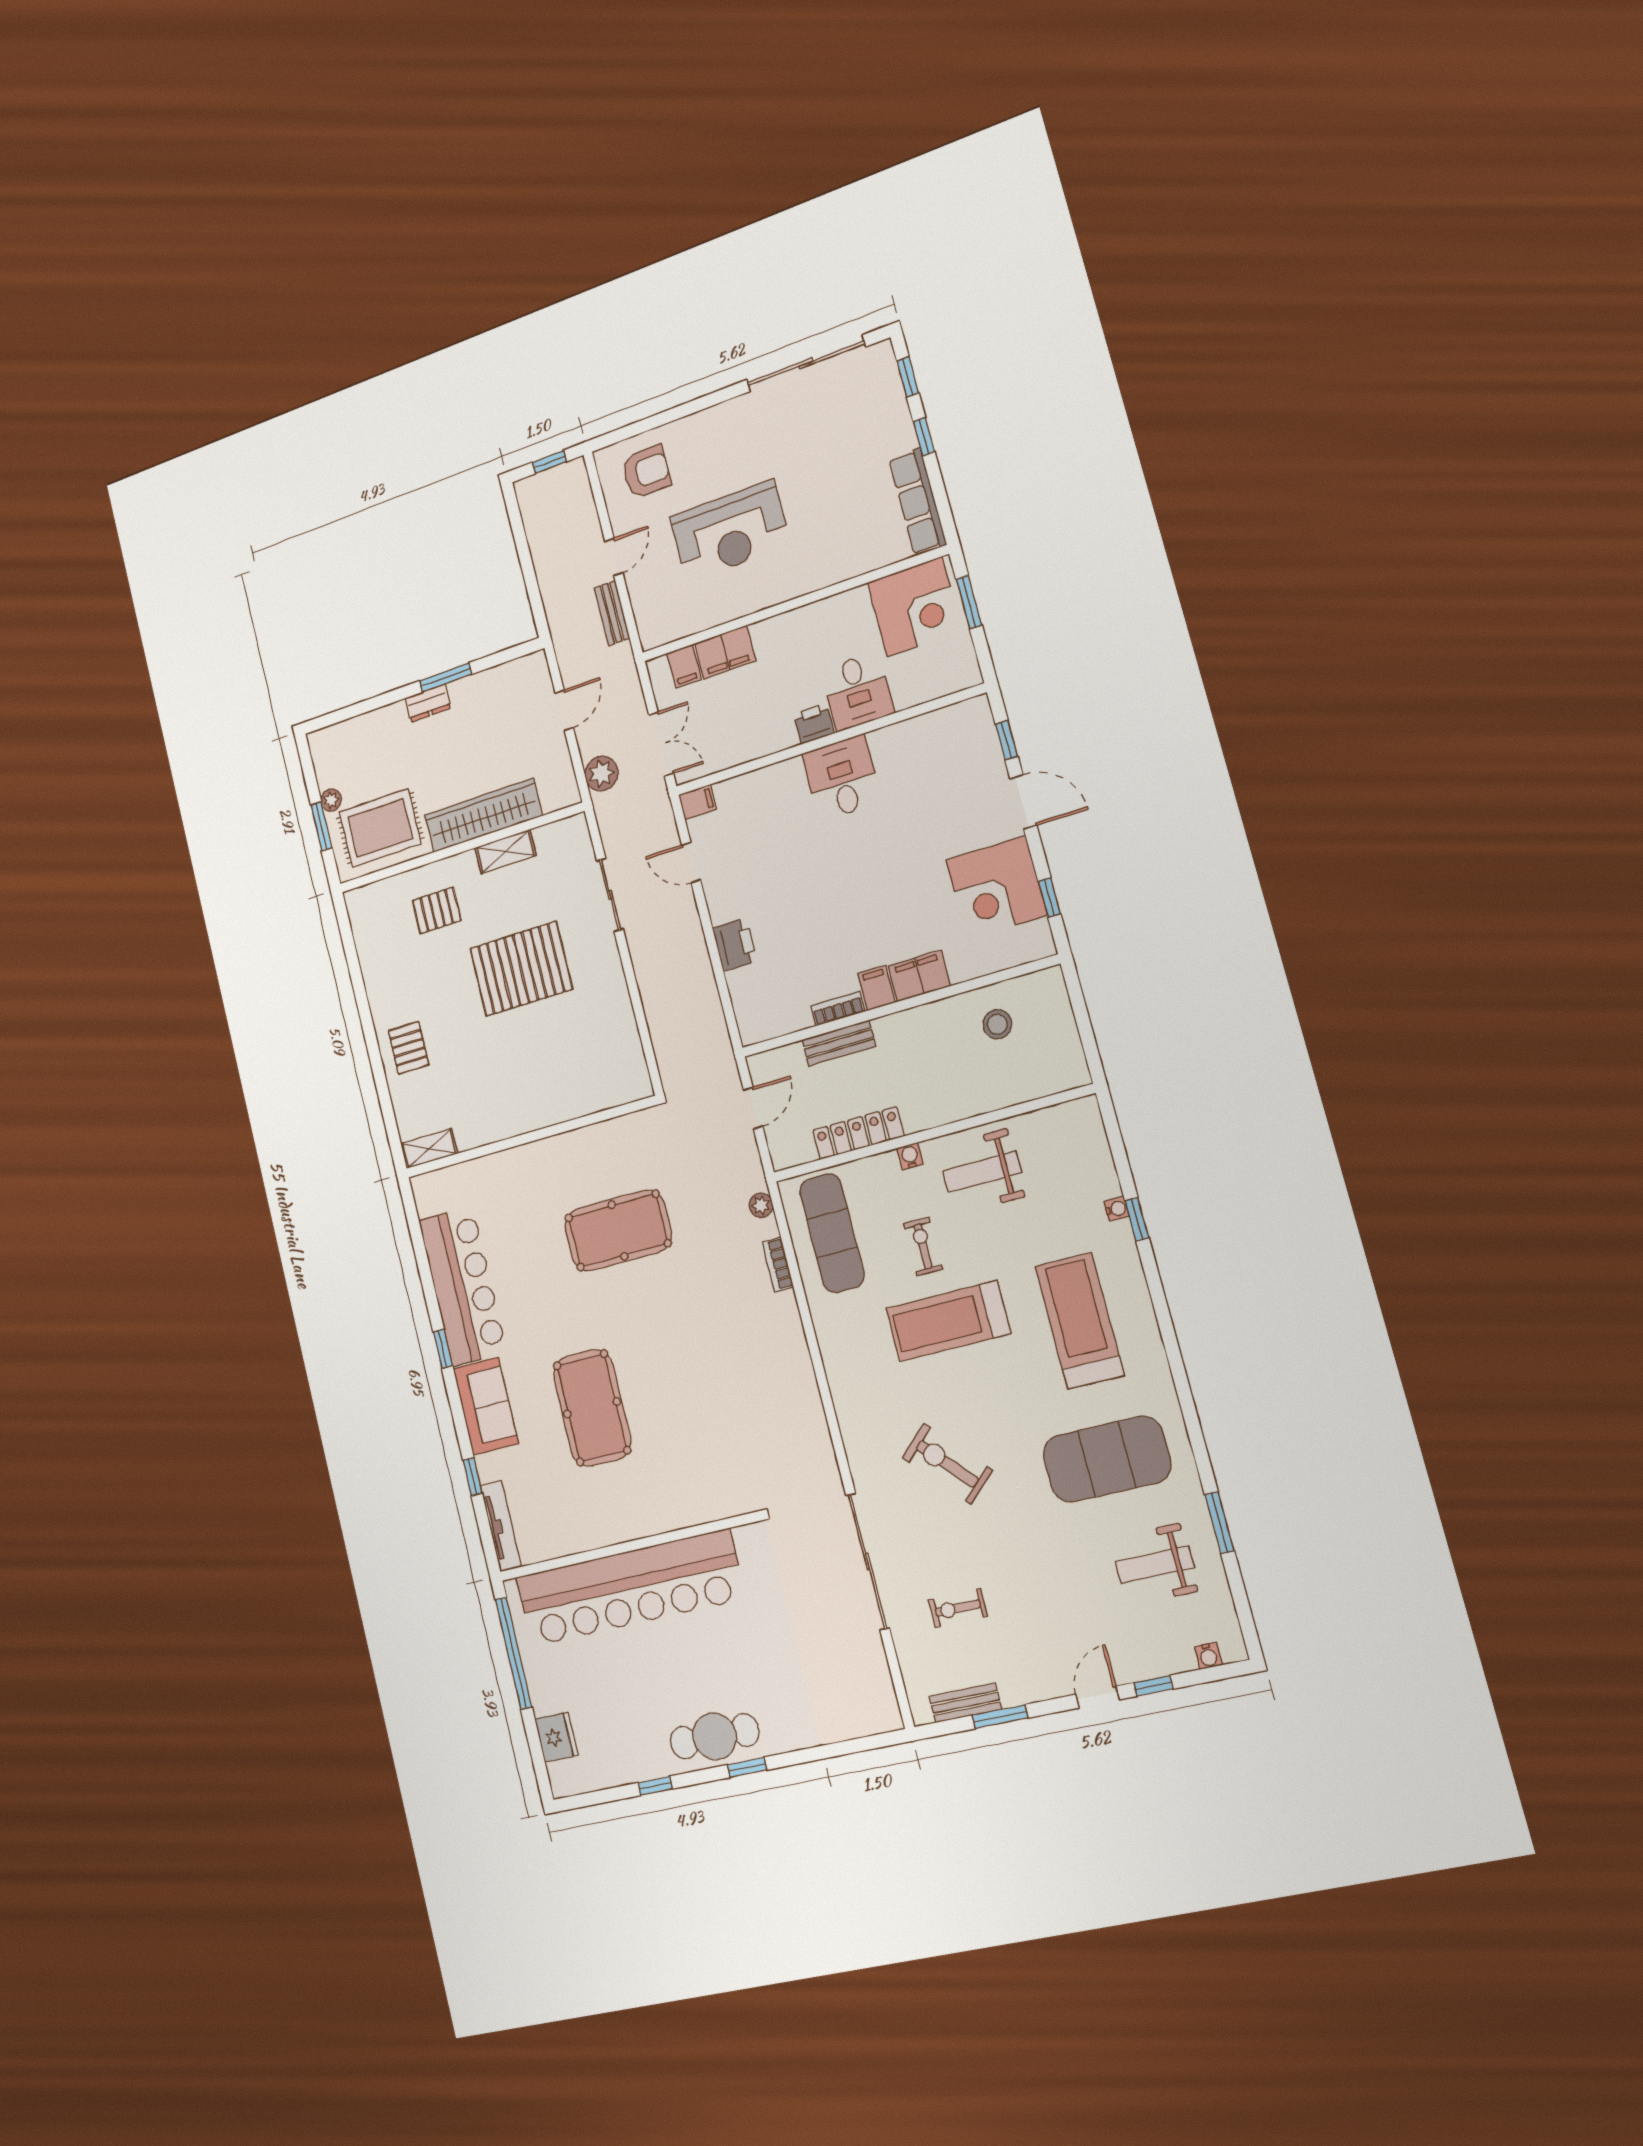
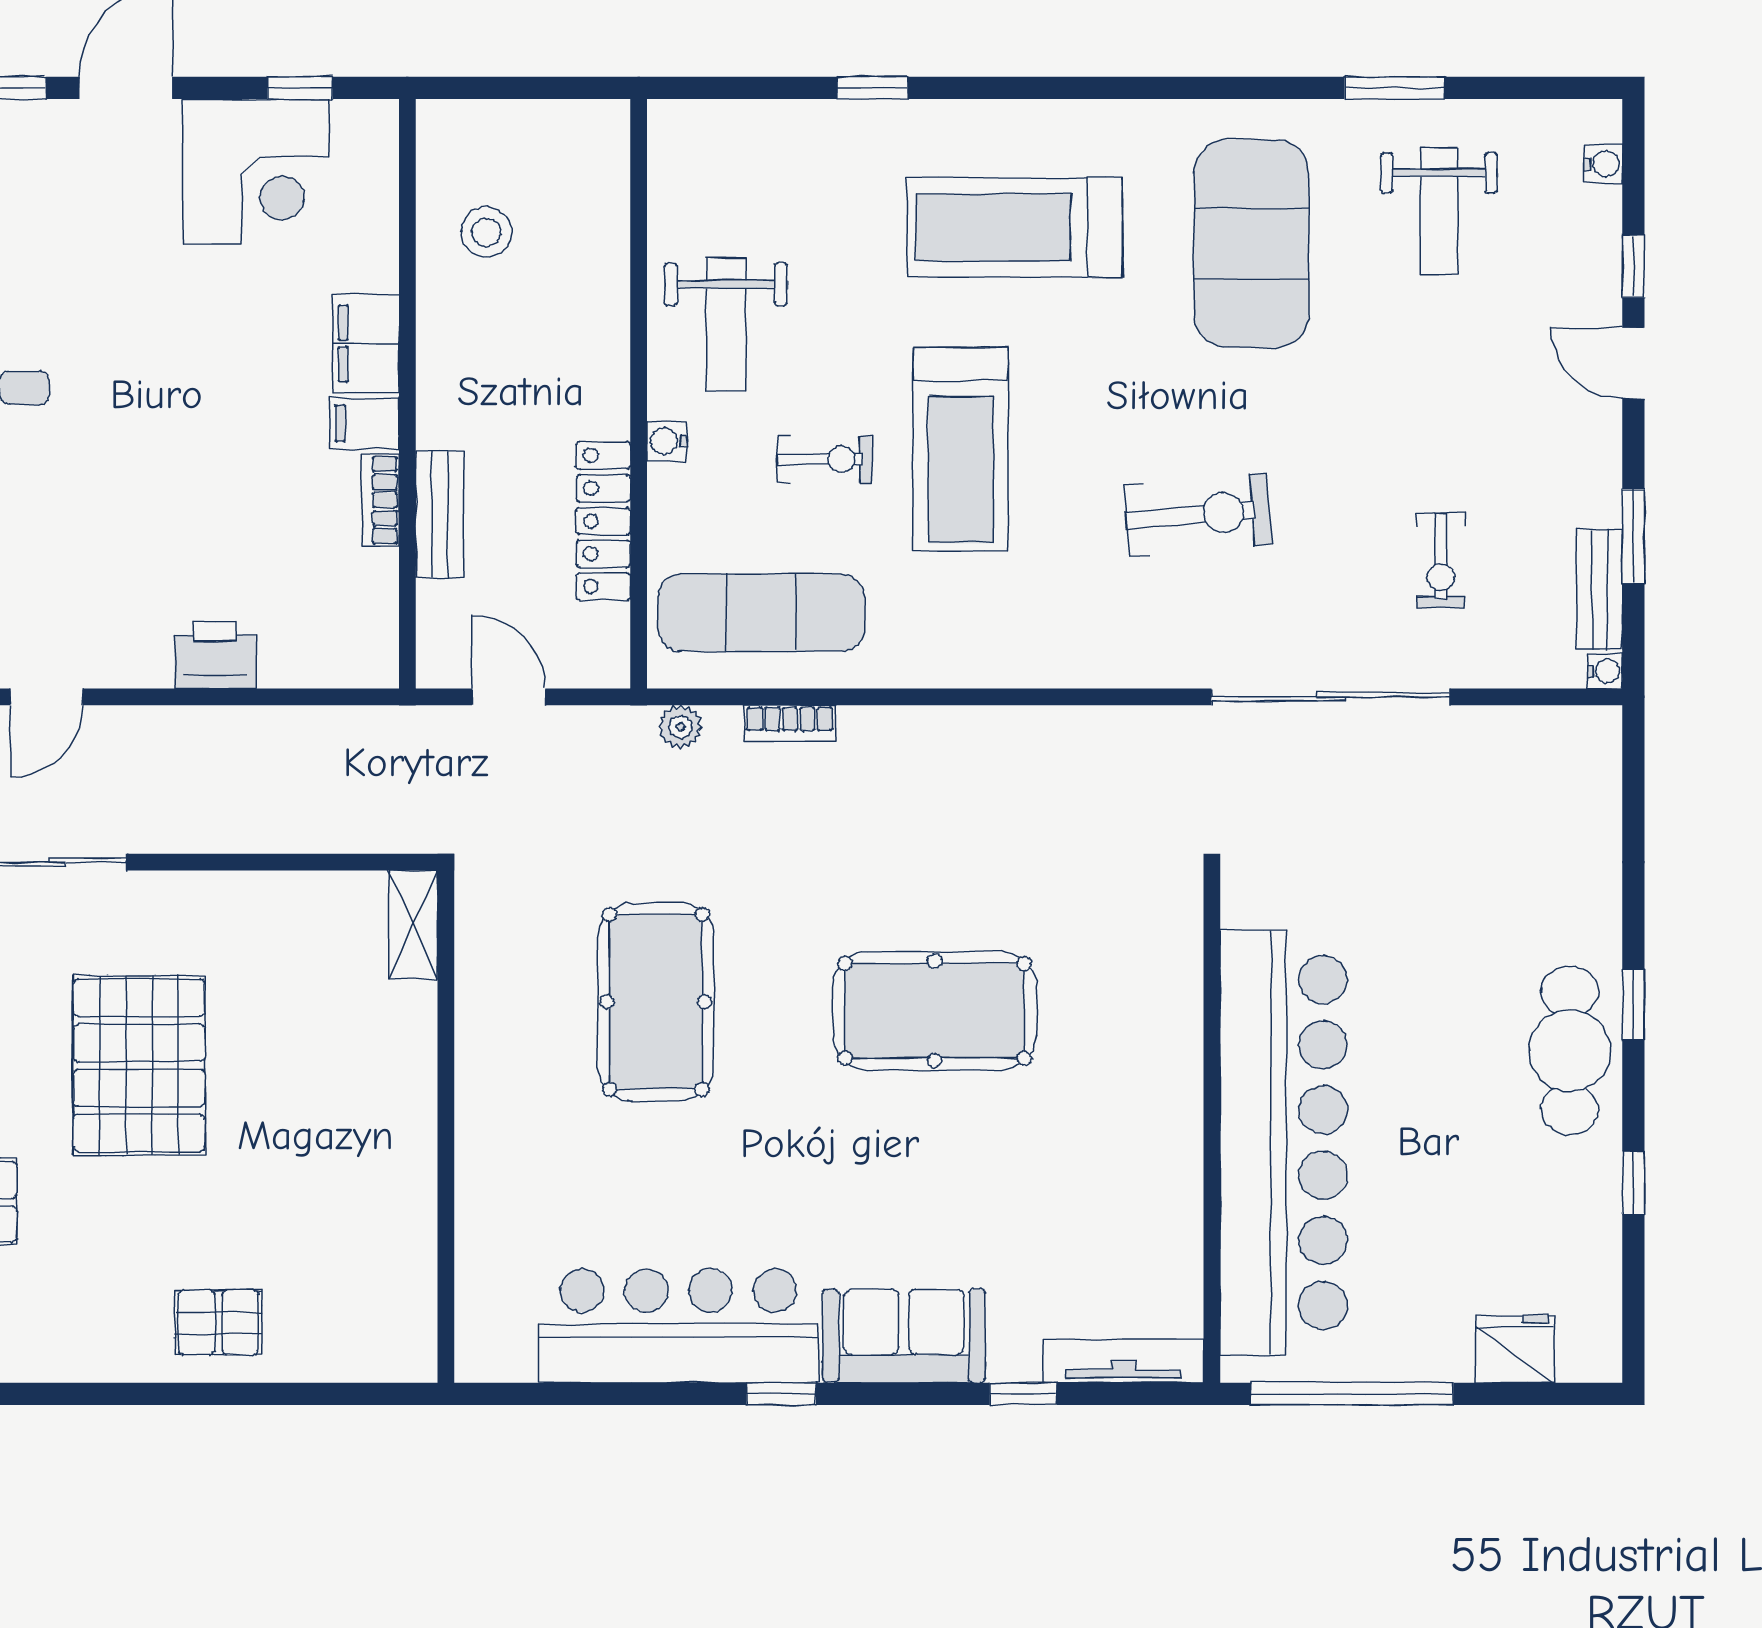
shelving: (429, 1149) -> (413, 925), moved
water cooler: (1117, 1209) -> (1605, 671), moved, turned 90
exercise bike: (923, 1246) -> (825, 459), turned 180
pool table: (592, 1408) -> (935, 1011), moved
exercise bike: (947, 1464) -> (1198, 515), turned -142

